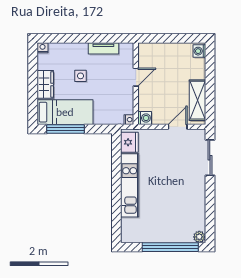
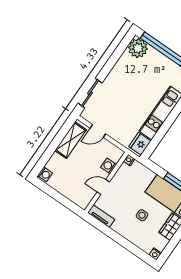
tv unit: (103, 48) -> (101, 216), moved
washing machine: (145, 118) -> (109, 166), moved
plant: (199, 237) -> (138, 48), width x1.88, depth x1.88

